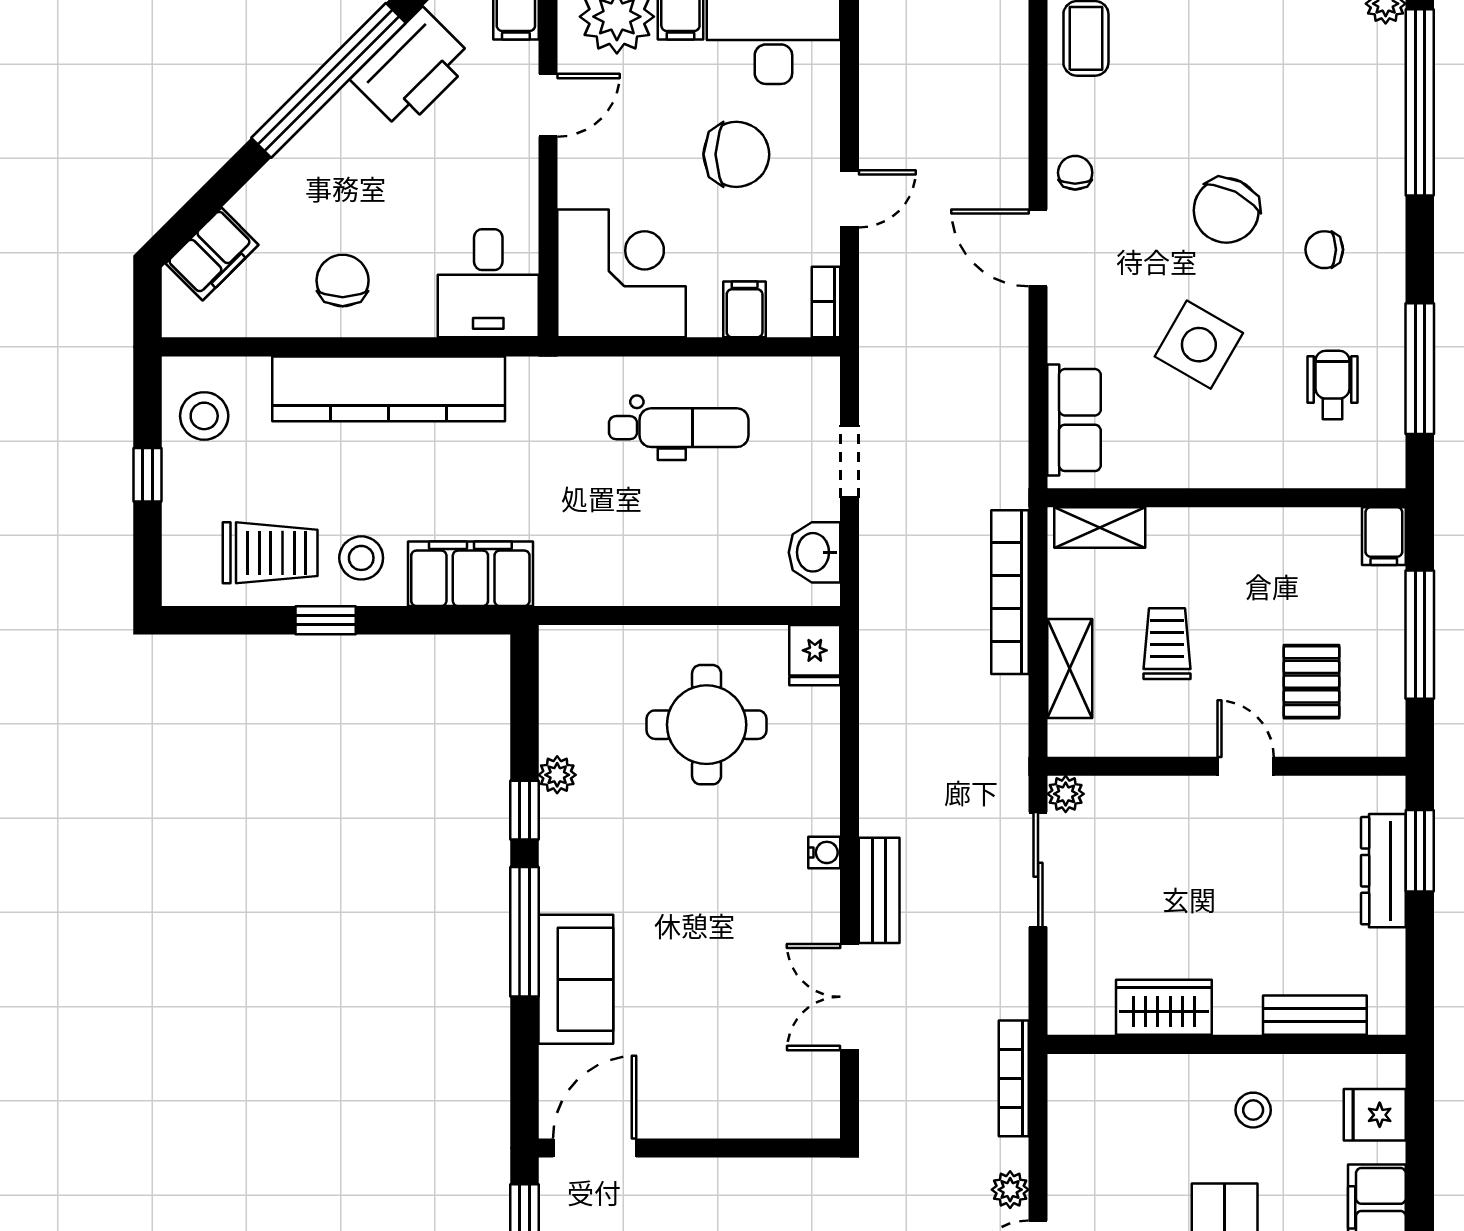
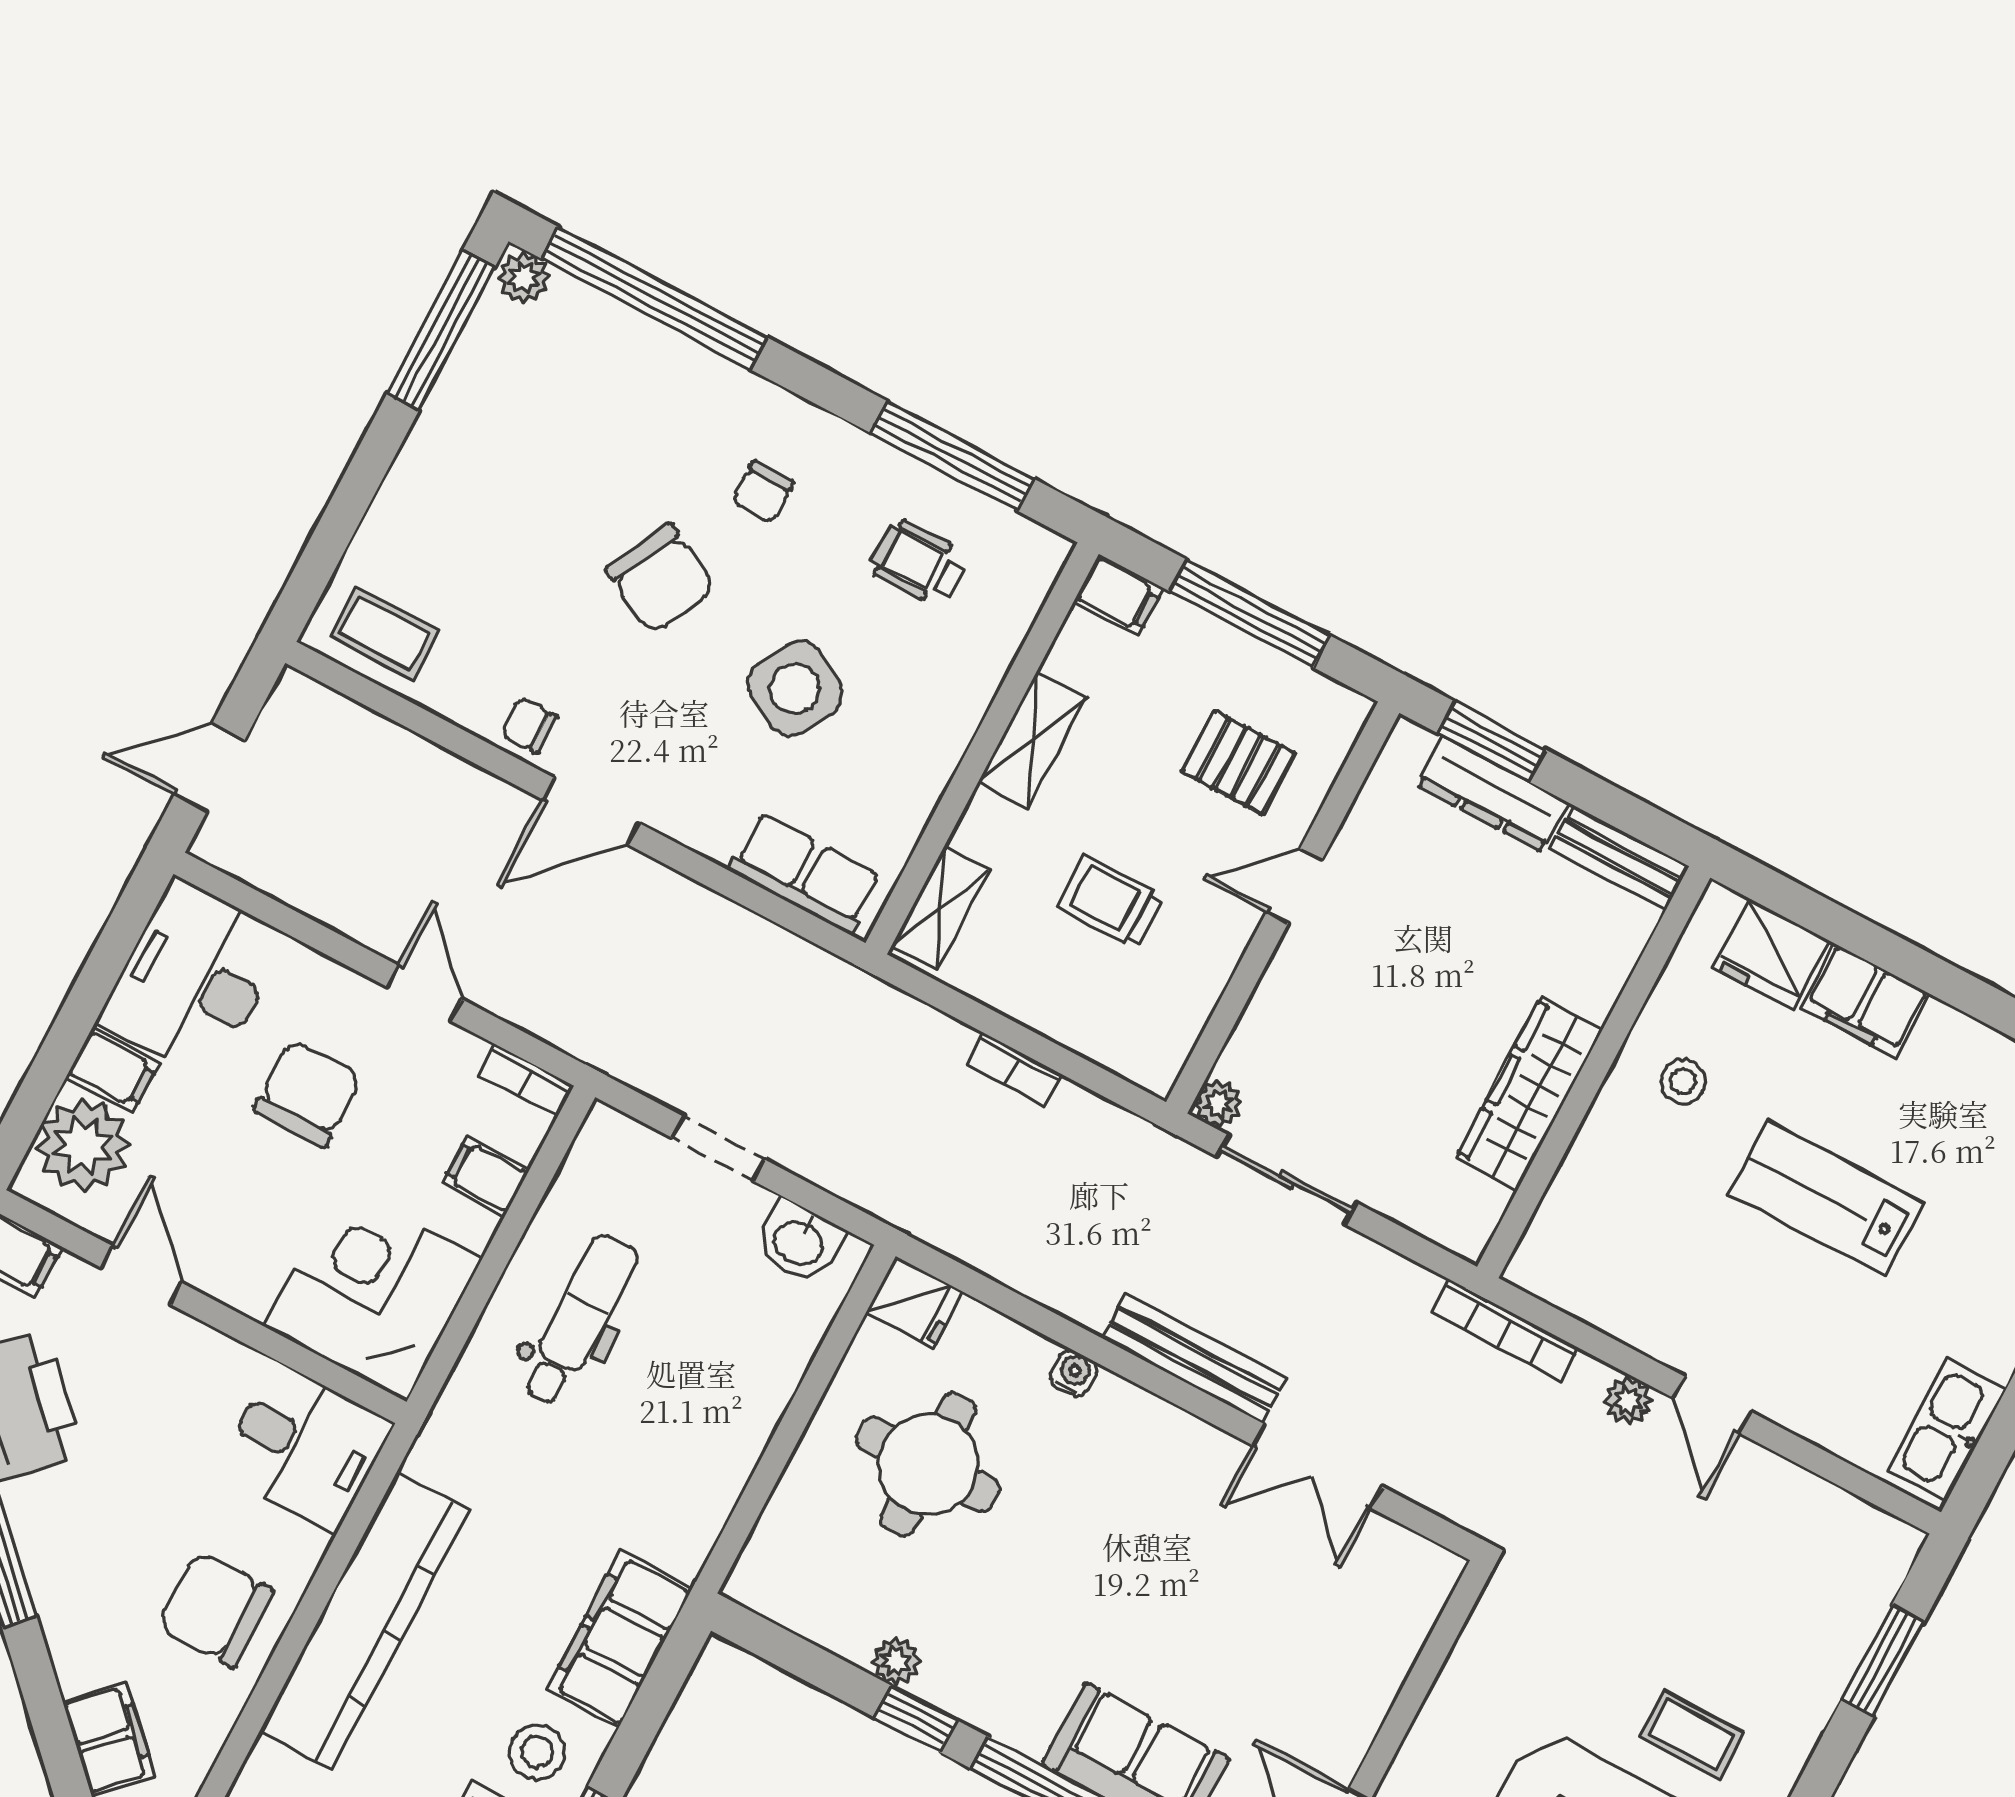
chair: (343, 280) -> (216, 1609), width x1.37, depth x1.37
bookcase: (1010, 592) -> (1014, 1069), width x0.43, depth x0.76
shelving: (1070, 669) -> (1032, 740), moved, turned 90
water cooler: (824, 852) -> (1074, 1373), moved
bench: (879, 890) -> (1194, 1358), width x1.36
wardrobe: (1164, 1007) -> (1529, 1094), width x1.50
bench: (1315, 1015) -> (1620, 858), moved, turned 90
fridge: (1375, 1115) -> (1771, 954), width x1.38

